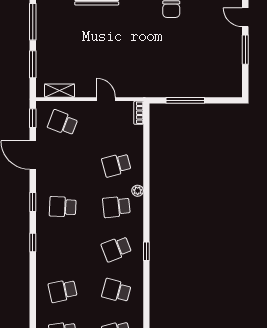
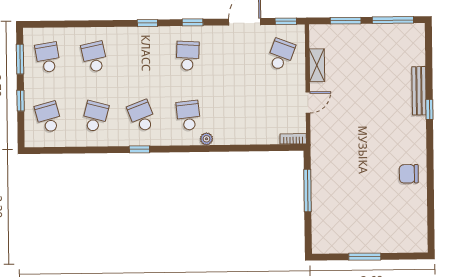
door: (245, 17) -> (401, 256), removed
shelving: (60, 91) -> (317, 65), moved
school desk: (116, 165) -> (235, 115), removed

